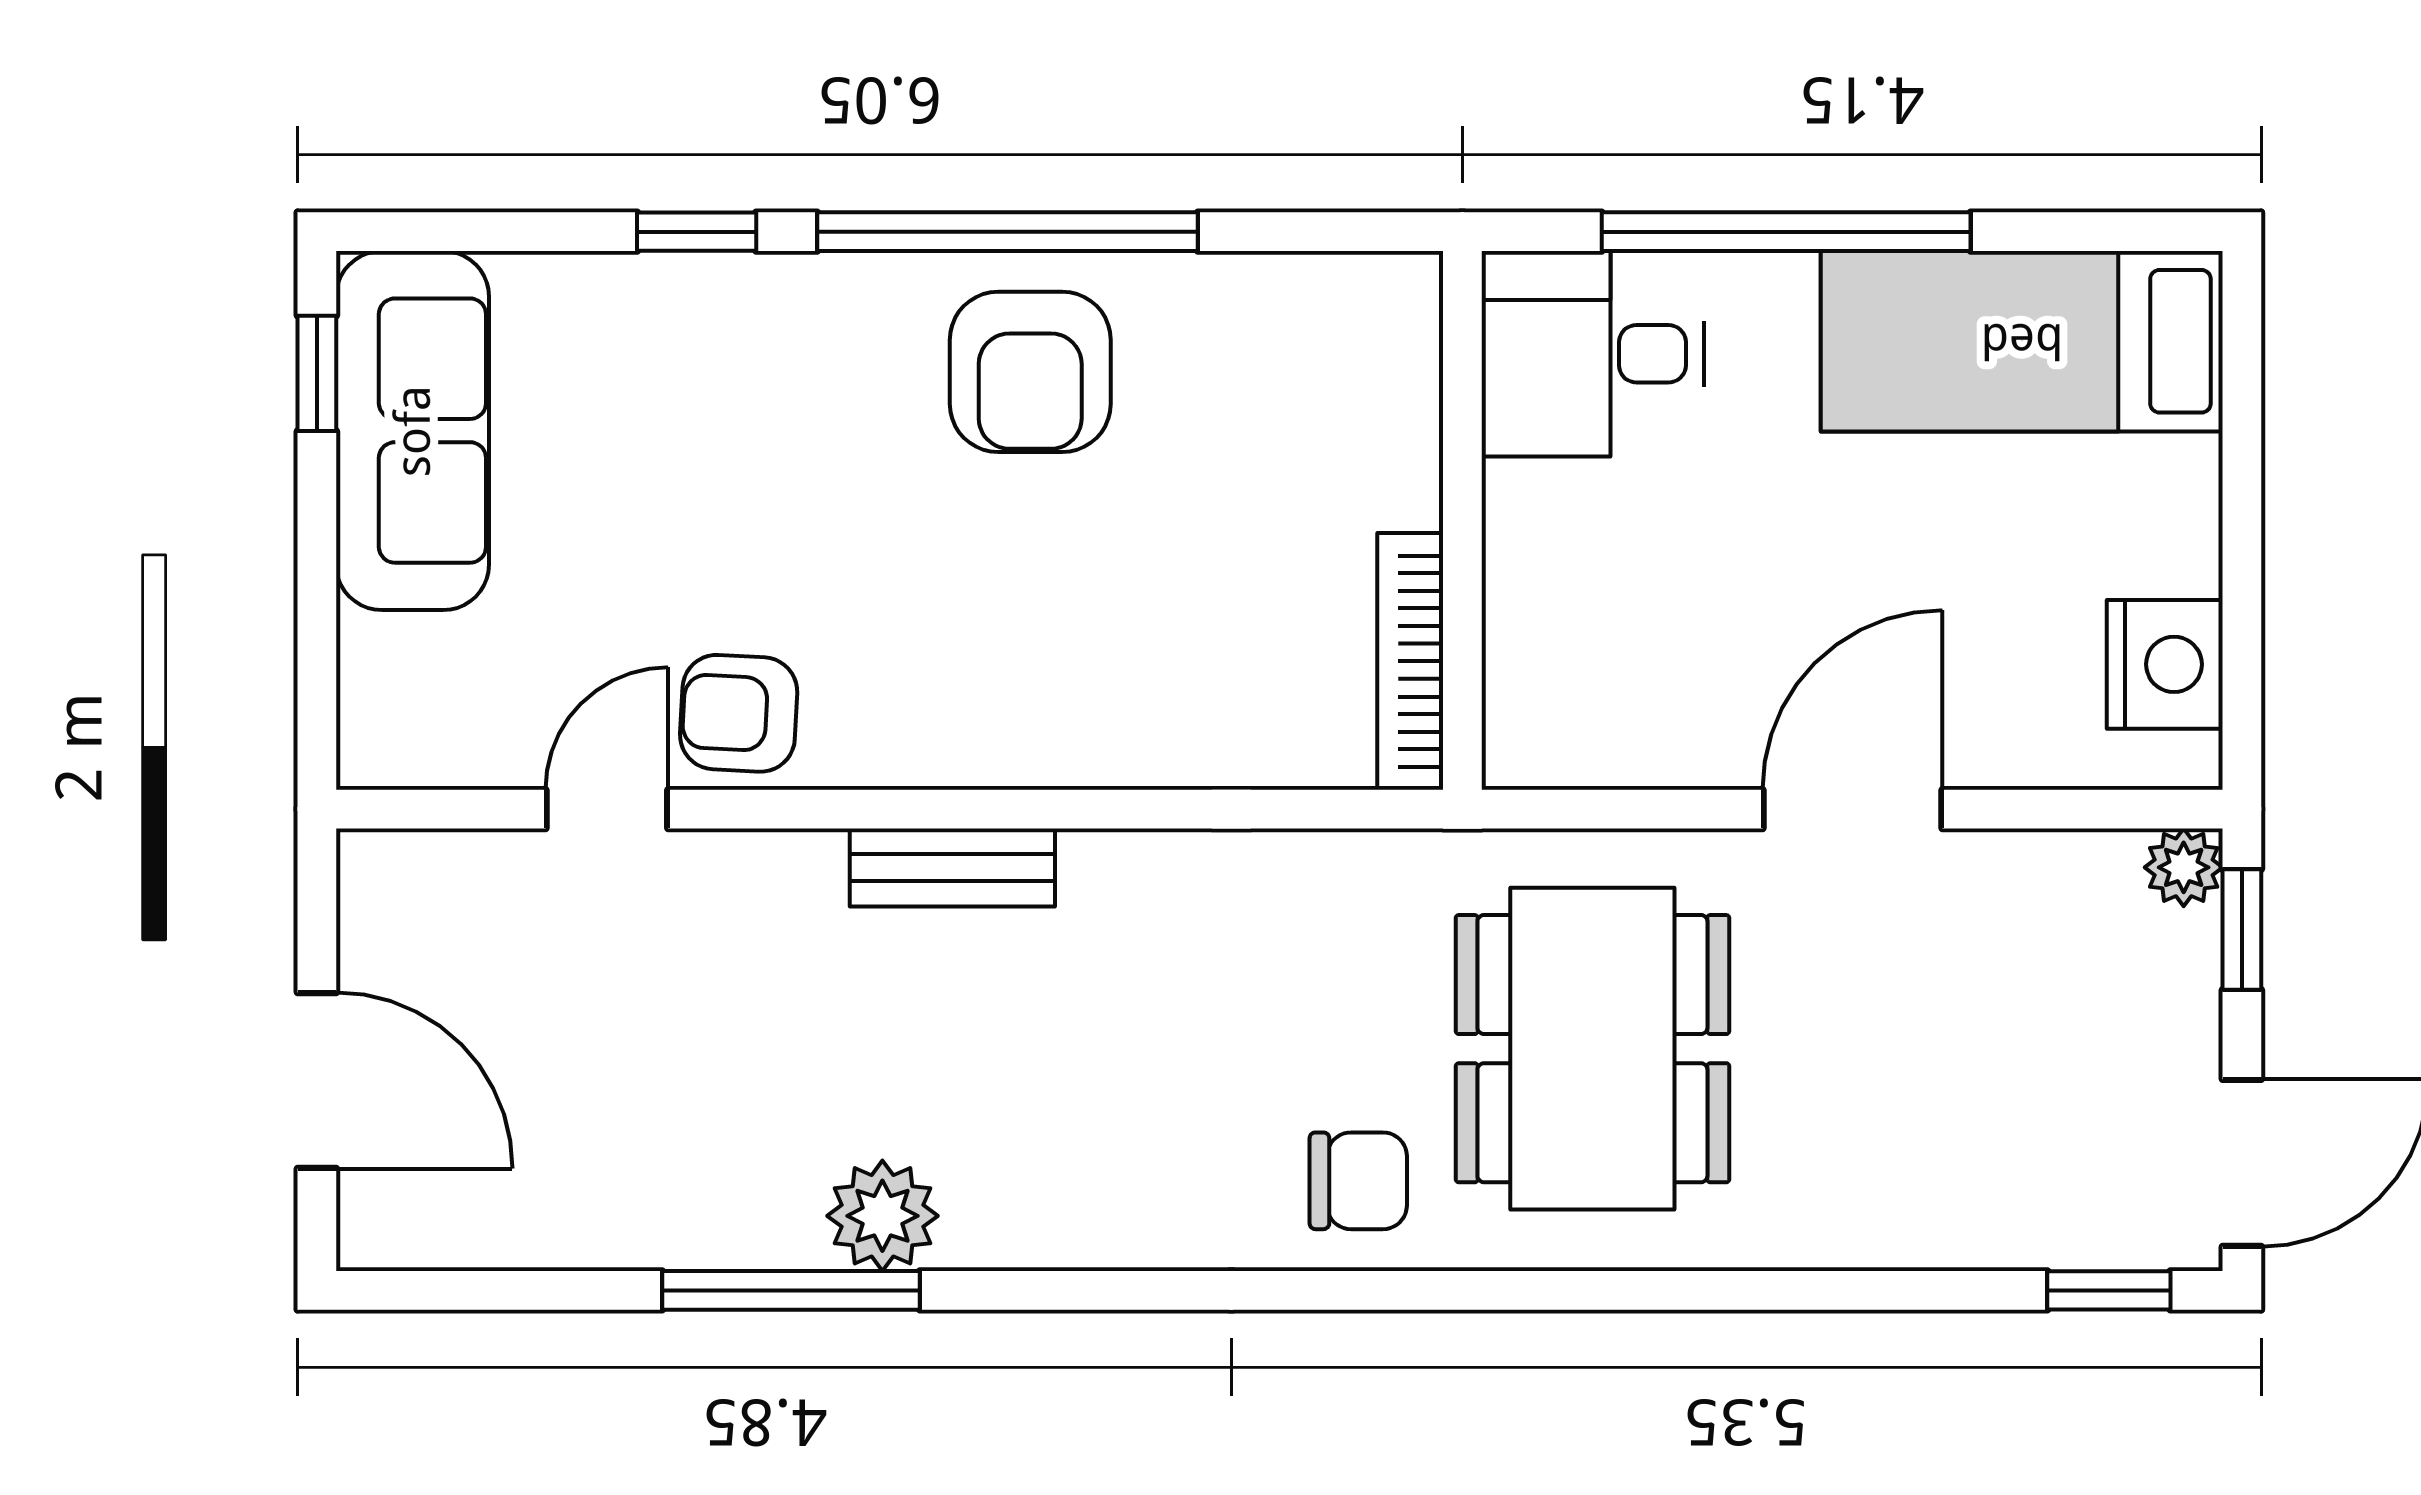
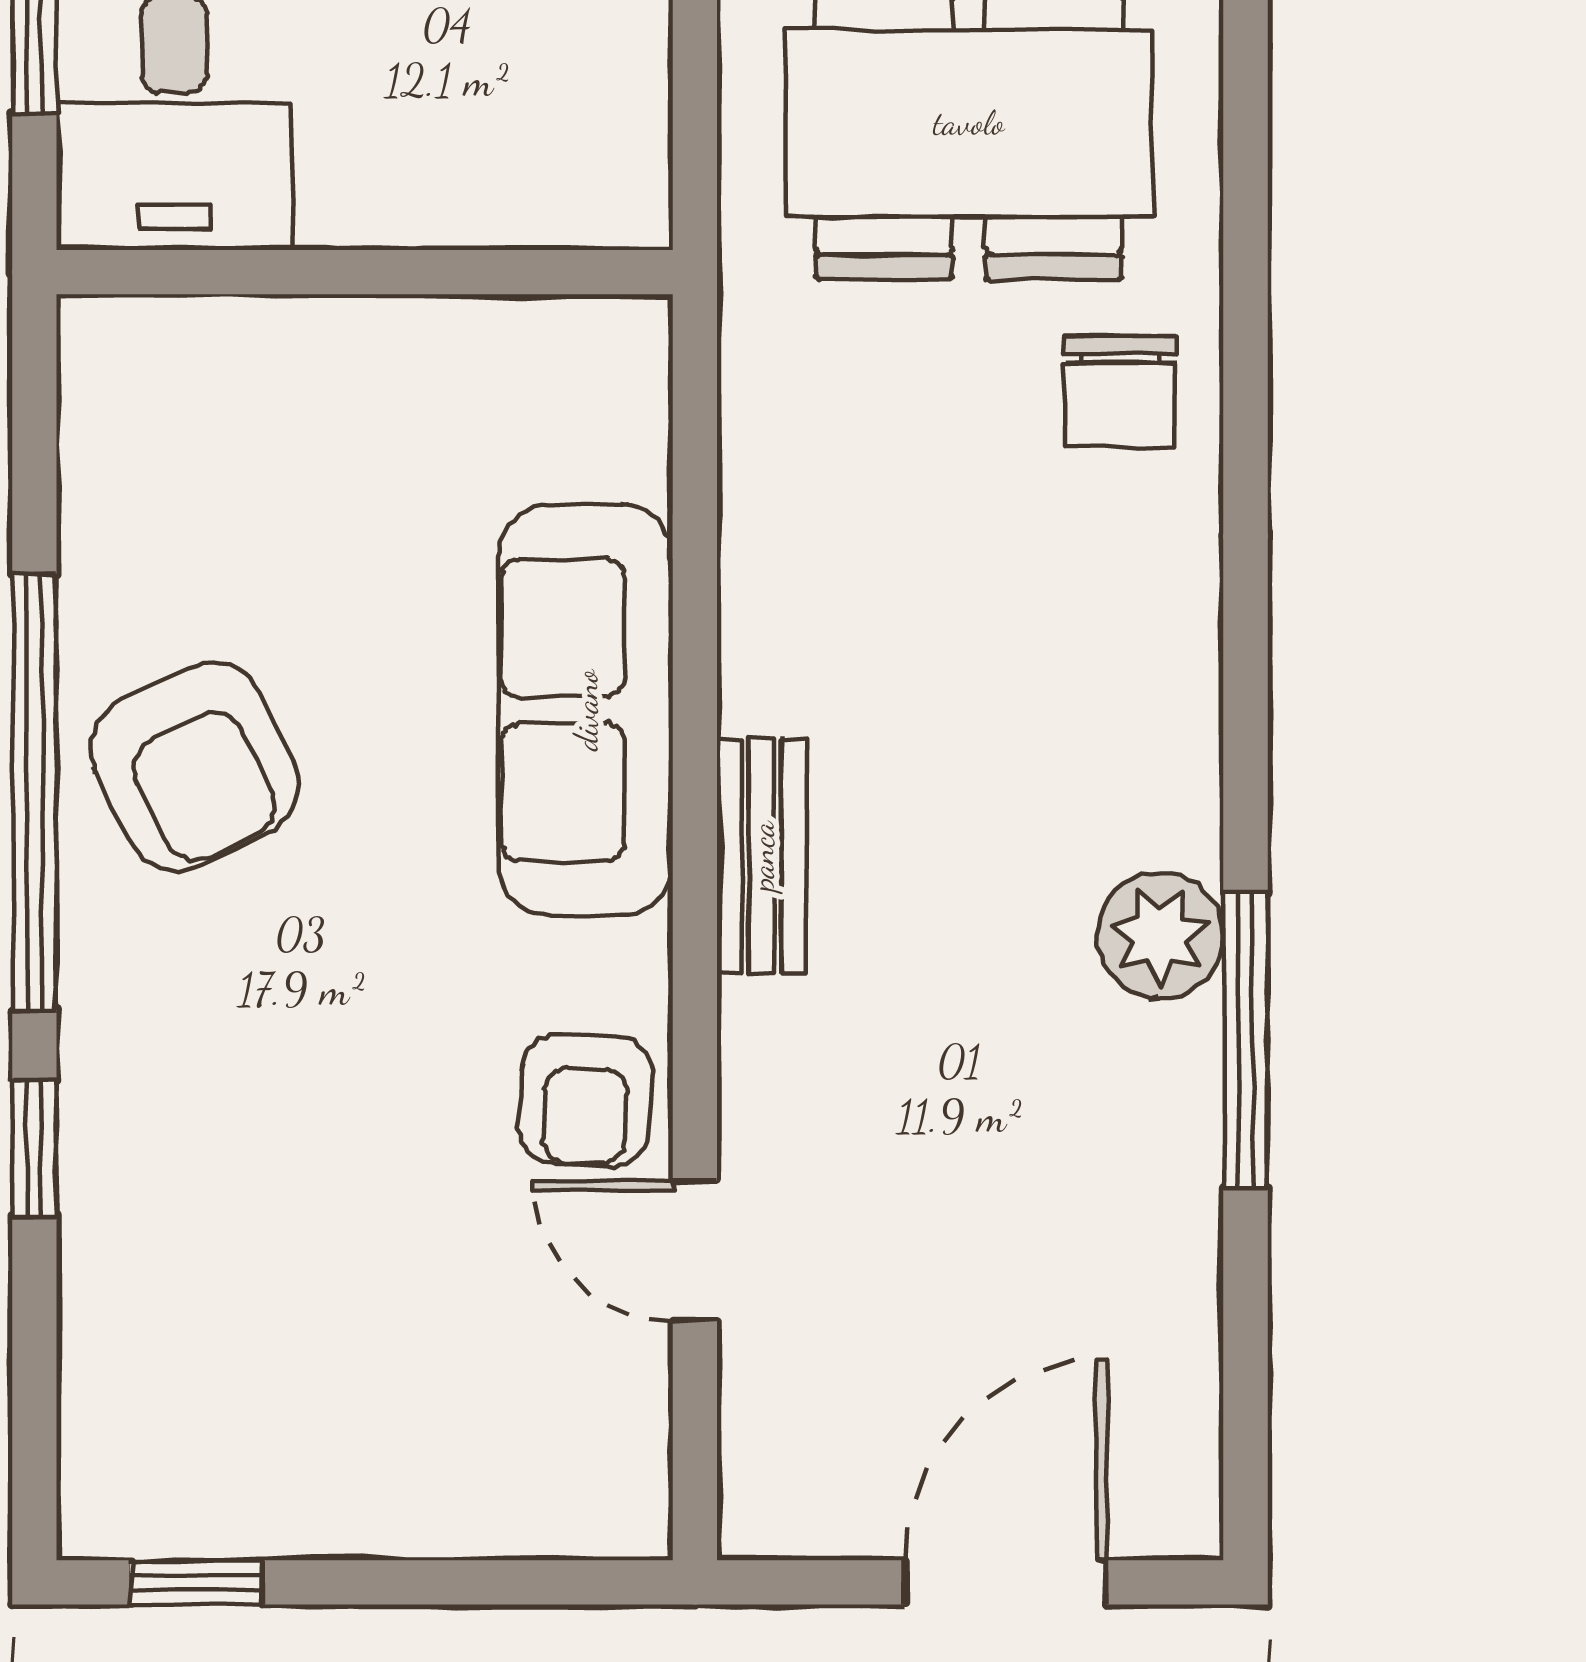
armchair: (1030, 372) -> (195, 766), turned 64
sofa: (413, 431) -> (586, 710), moved, turned -90
bookcase: (1410, 661) -> (526, 332), removed
chair: (1358, 1181) -> (1120, 391), turned 180

